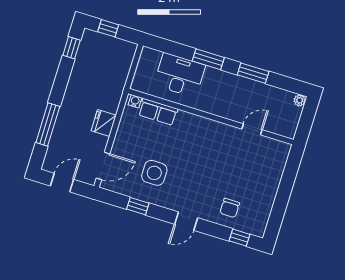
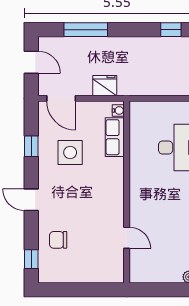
water cooler: (135, 101) -> (118, 110), moved
row of seats: (158, 112) -> (115, 137), moved
wall: (211, 117) -> (127, 192), moved
door: (252, 129) -> (127, 238), moved

